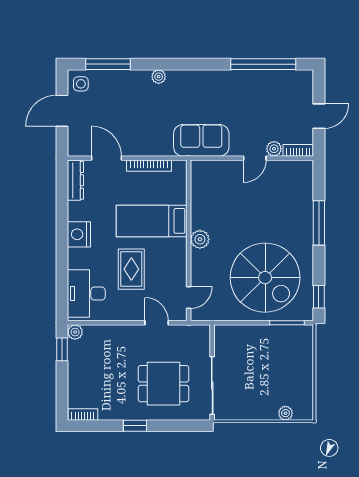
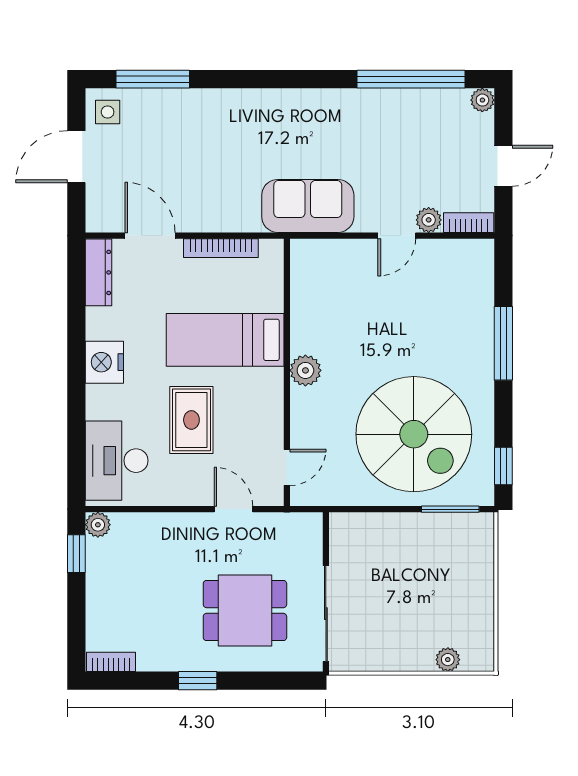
plant: (159, 77) -> (482, 100), moved

